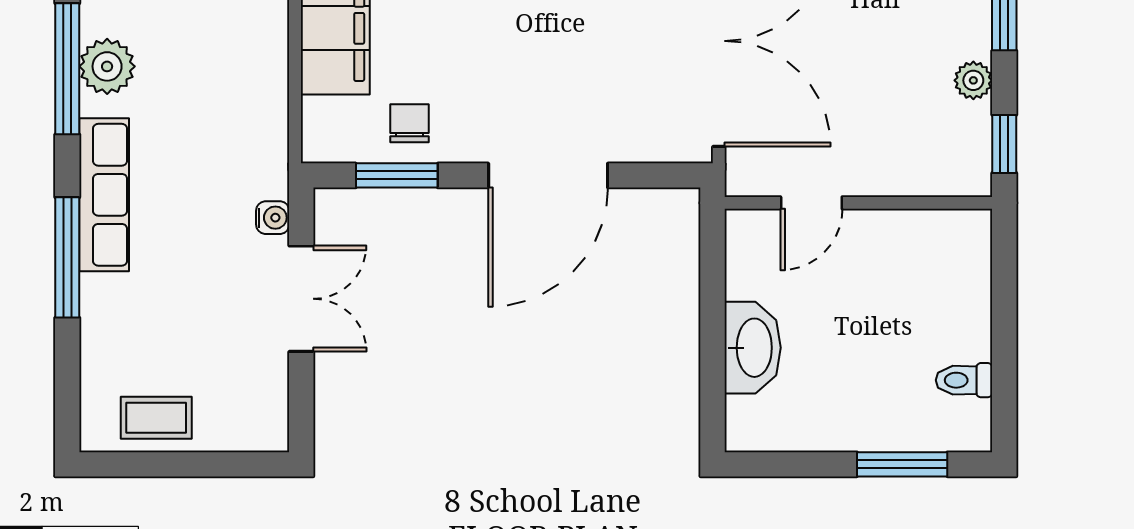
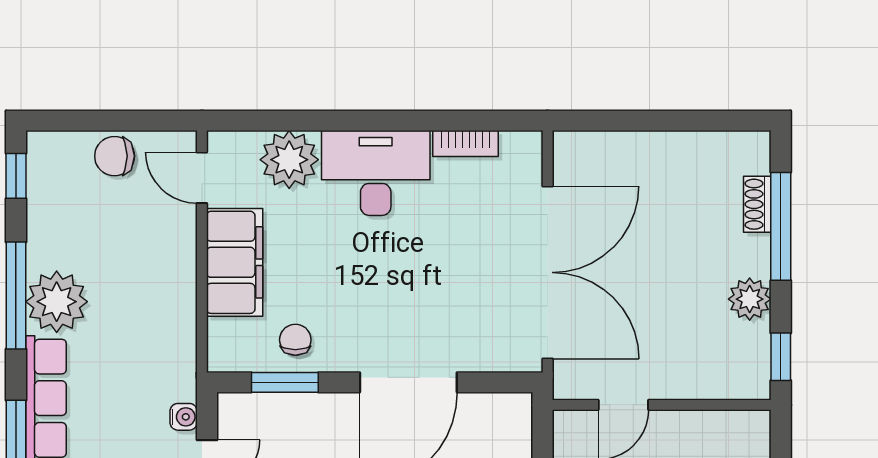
plant: (107, 66) -> (57, 302), width x1.36, depth x1.36
plant: (973, 80) -> (750, 299), width x1.38, depth x1.38

